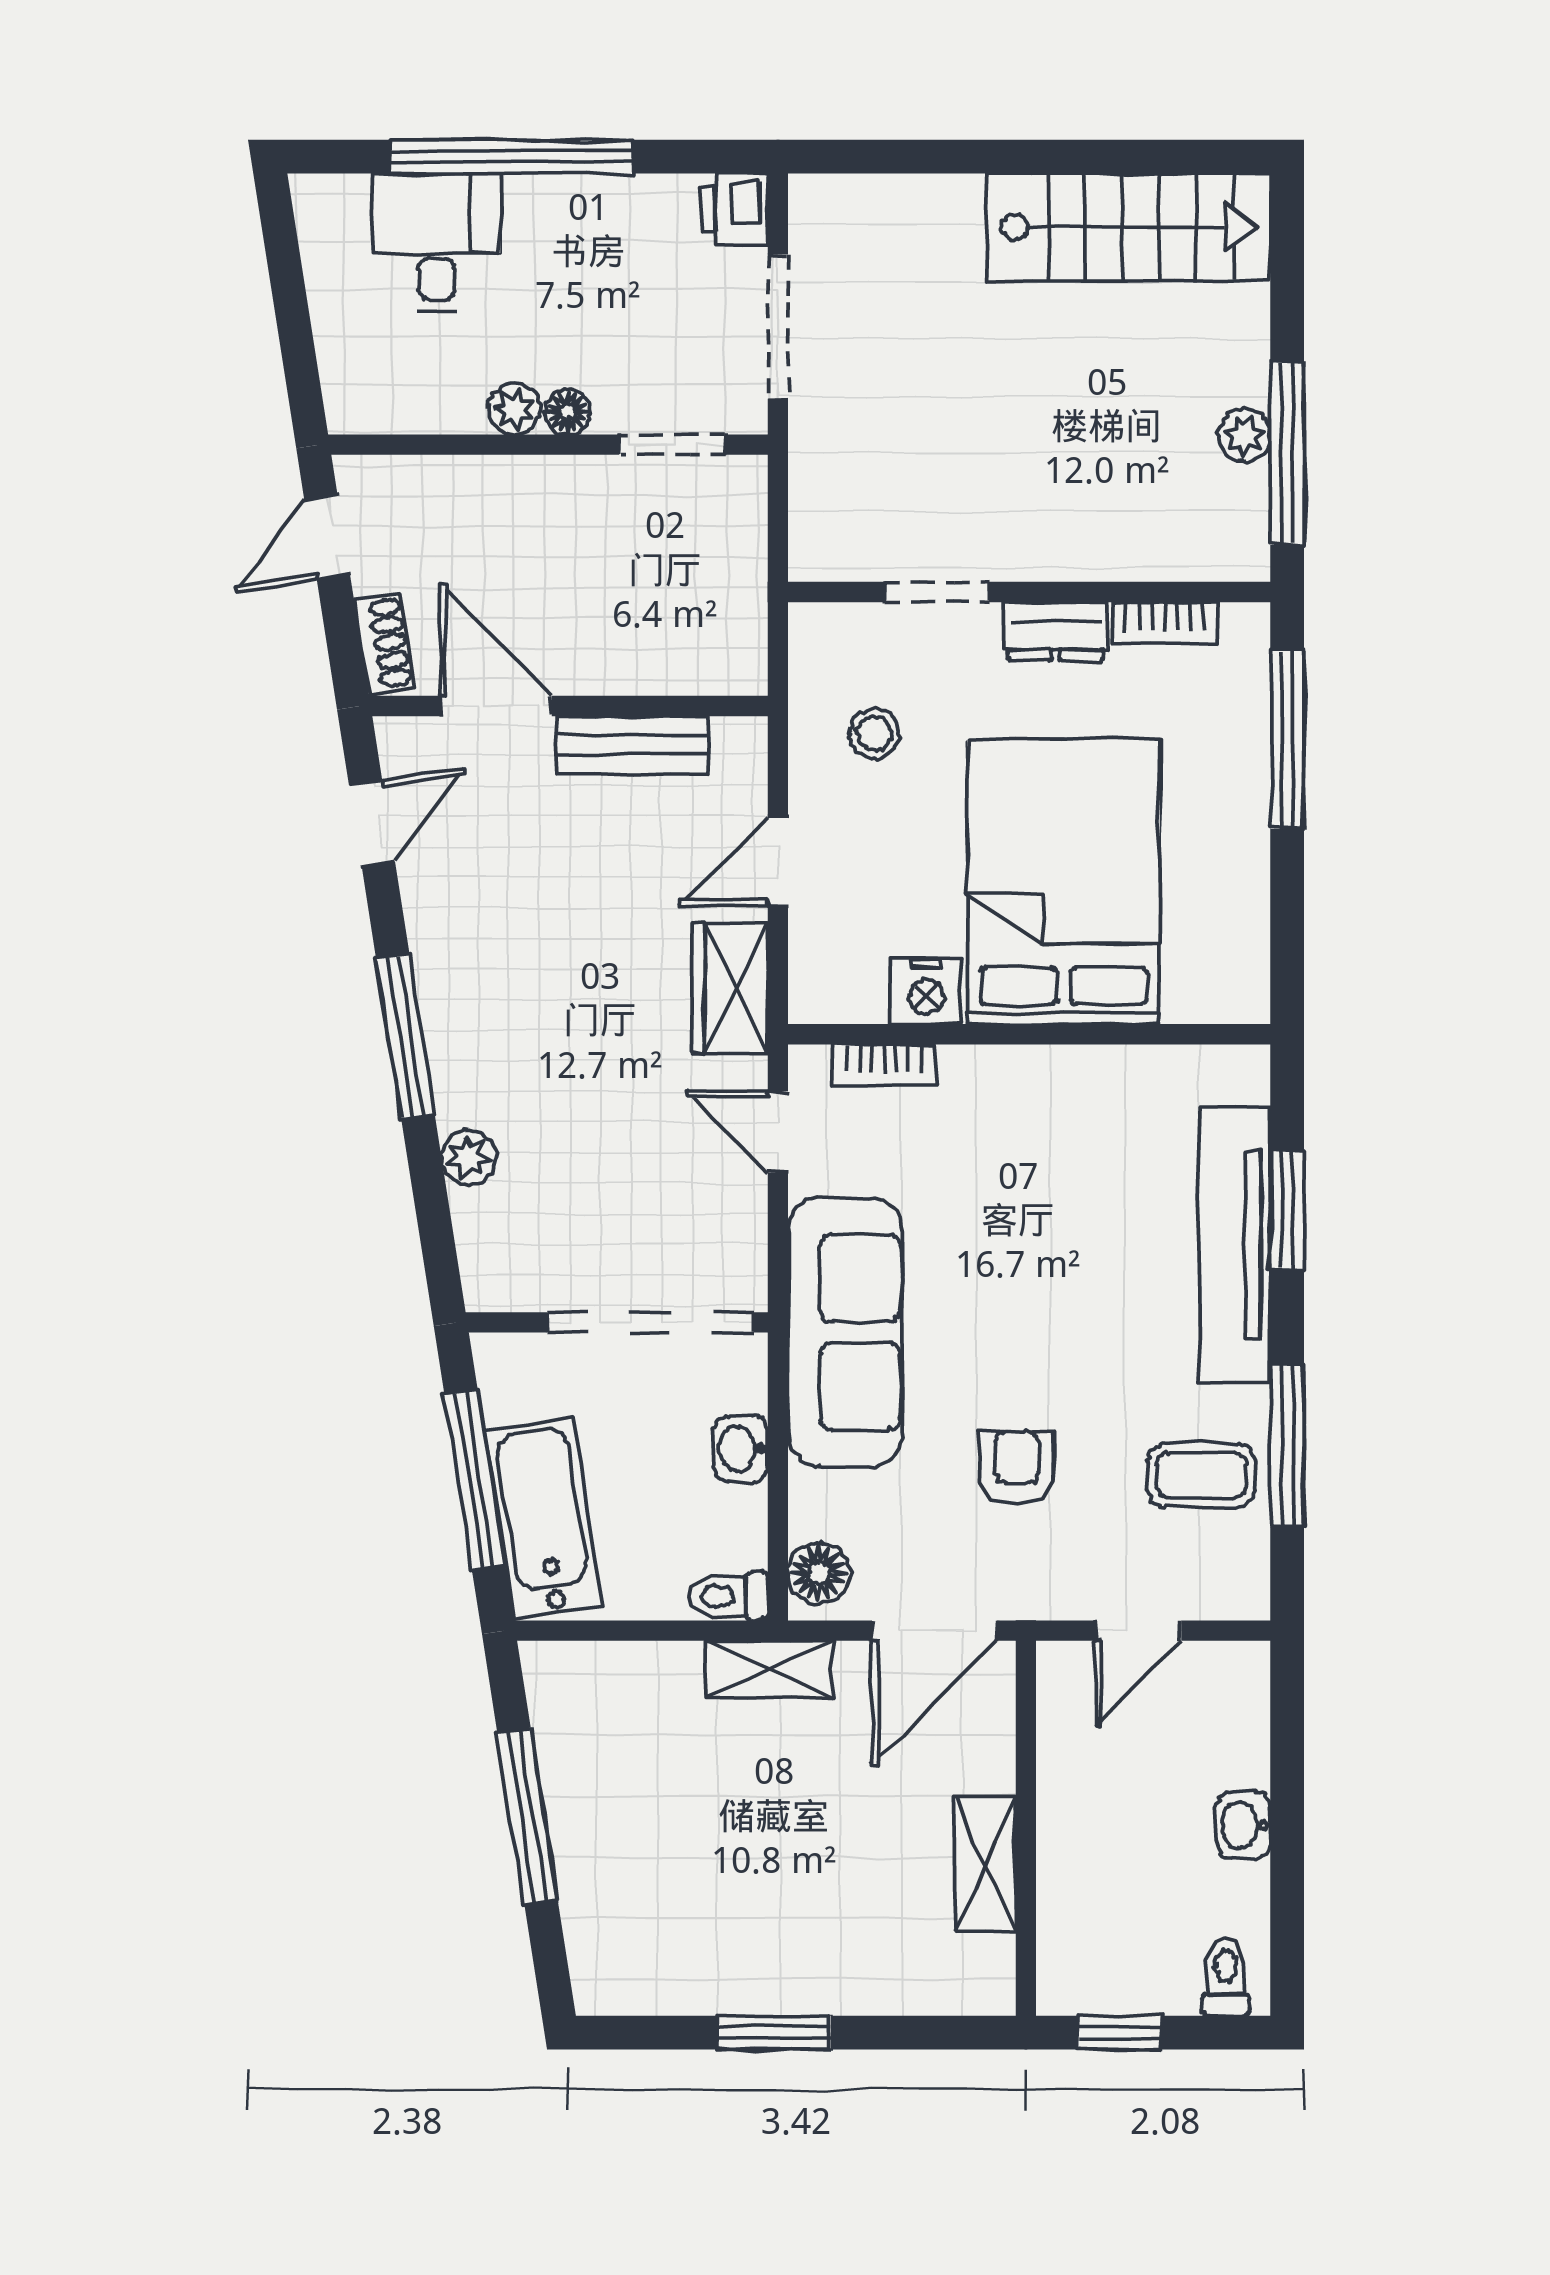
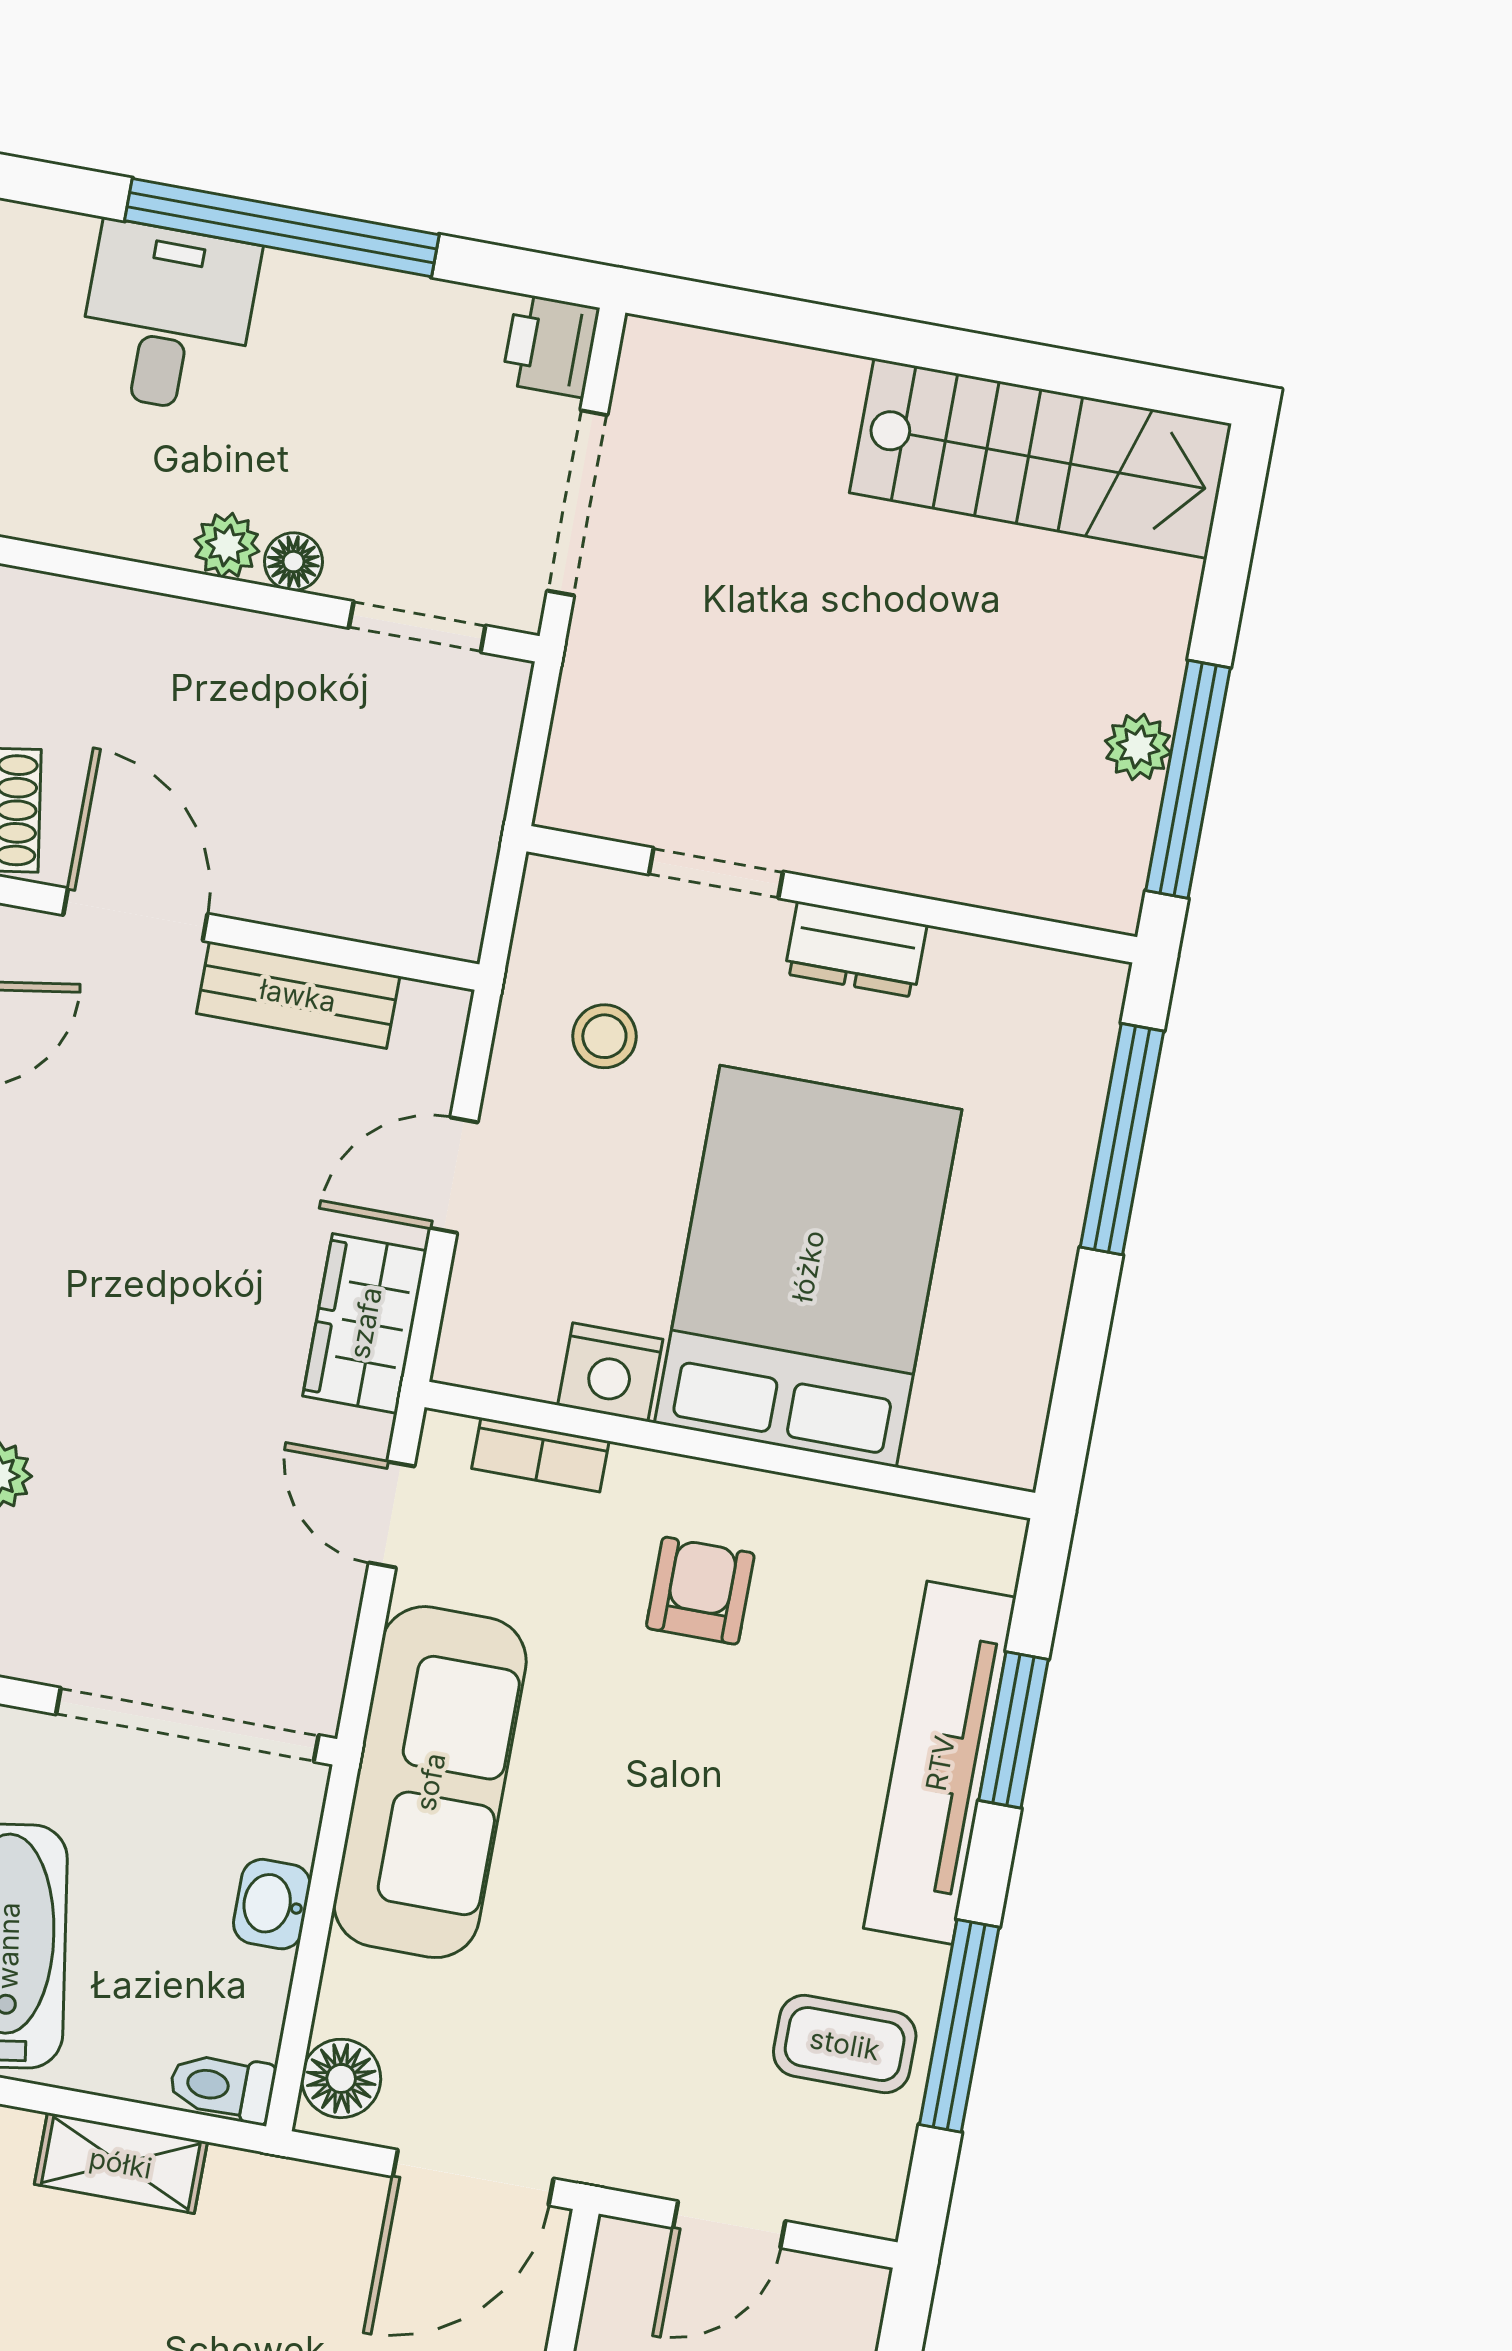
bookcase: (1165, 623) -> (995, 965), removed
armchair: (1017, 1467) -> (700, 1591), moved
shelving: (769, 1669) -> (121, 2163), moved

